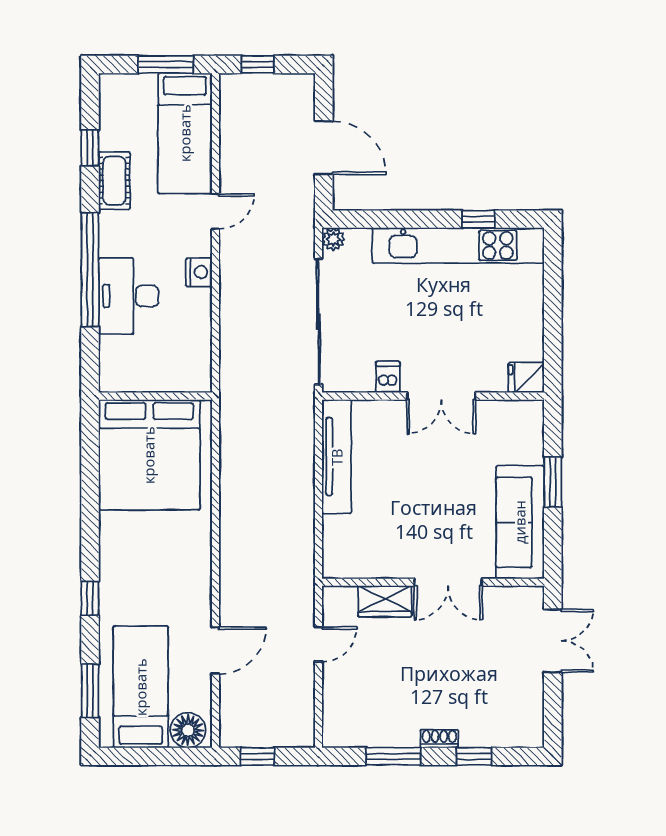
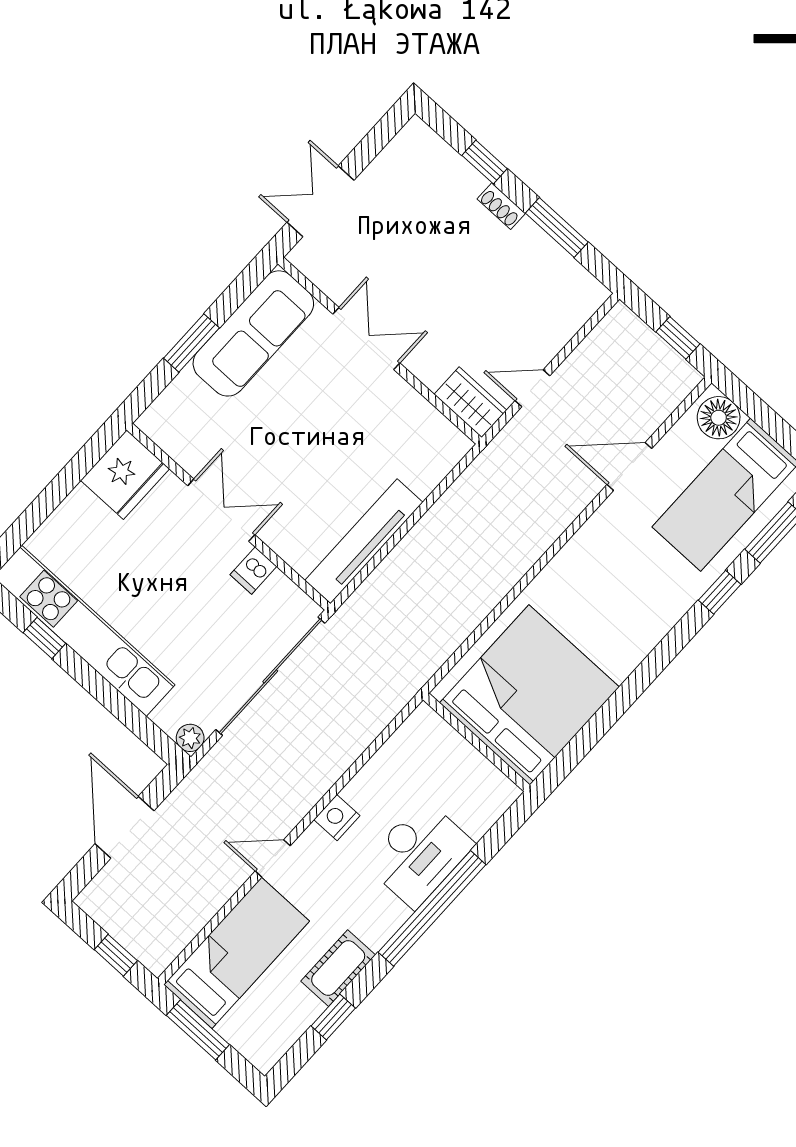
fridge: (526, 378) -> (125, 475), width x1.88, depth x1.34
window: (90, 598) -> (720, 592), moved
wardrobe: (385, 601) -> (470, 402), moved

